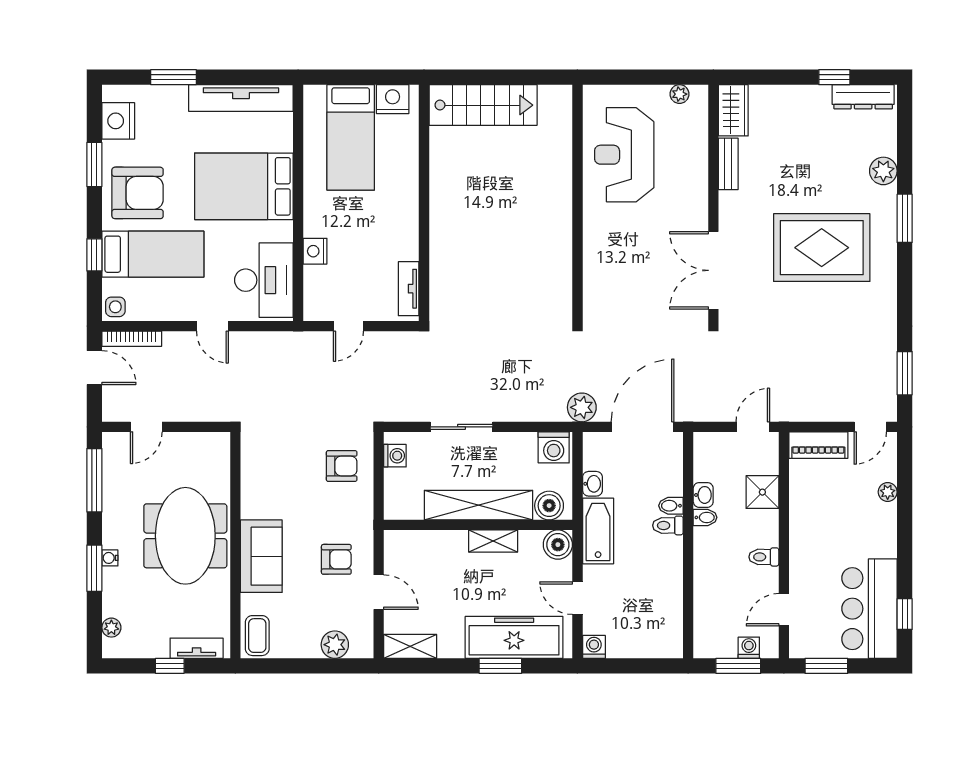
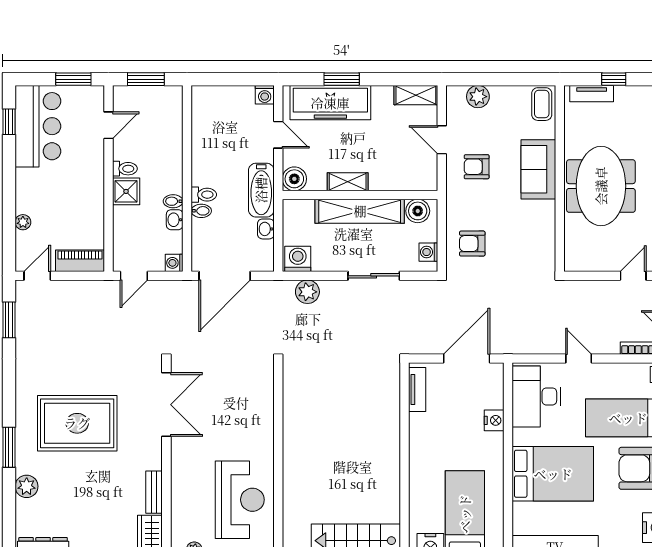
door: (348, 326) -> (467, 359), width x1.87
plant: (582, 407) -> (307, 292), moved
shower: (762, 492) -> (126, 191), moved
boiler: (549, 506) -> (418, 211), moved
washing machine: (749, 648) -> (174, 263), moved, turned 90

